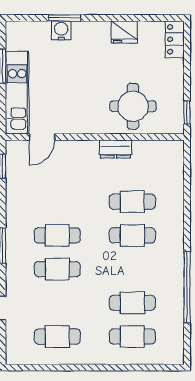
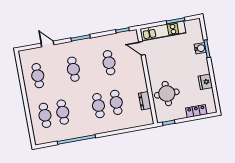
locker: (175, 39) -> (196, 111), moved
dresser: (115, 149) -> (145, 101), moved
cafe table: (57, 235) -> (109, 63), moved

